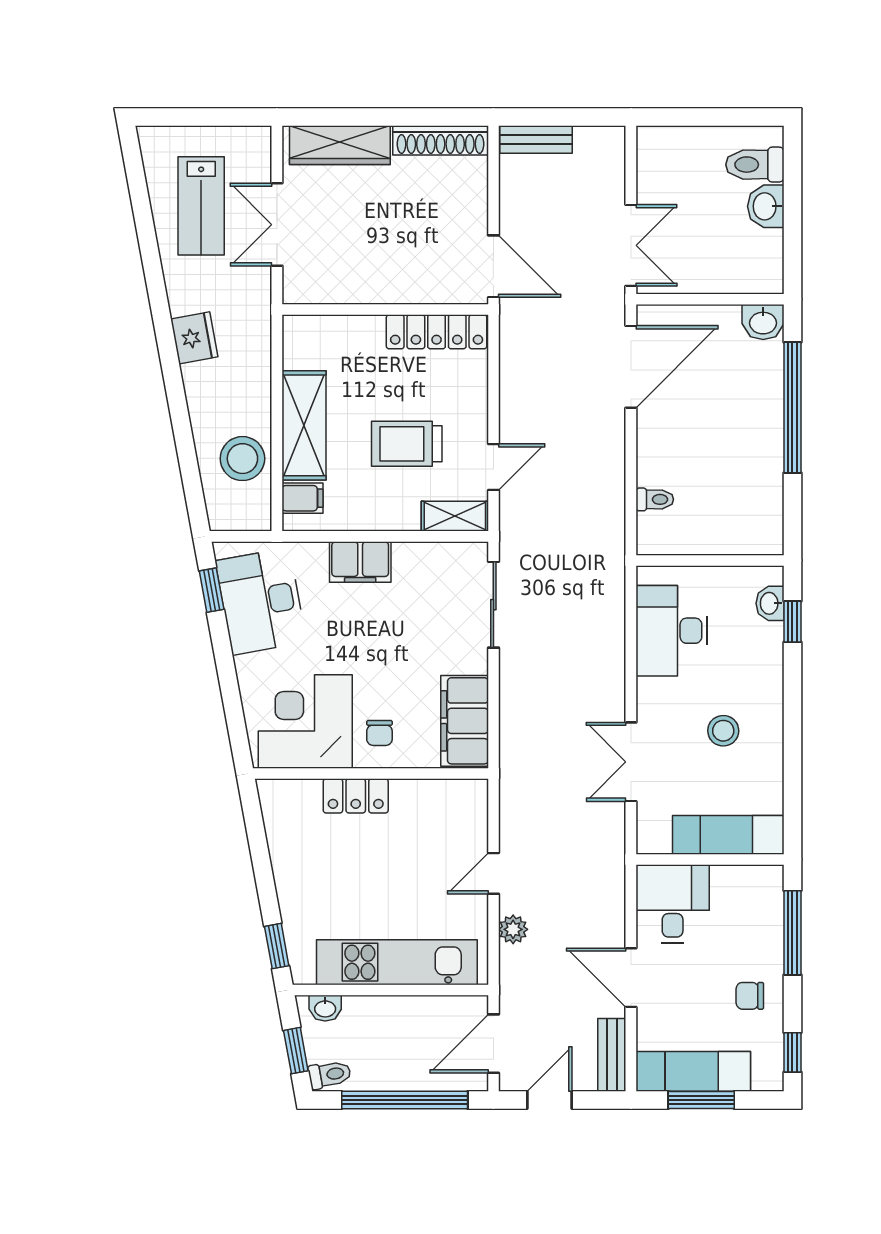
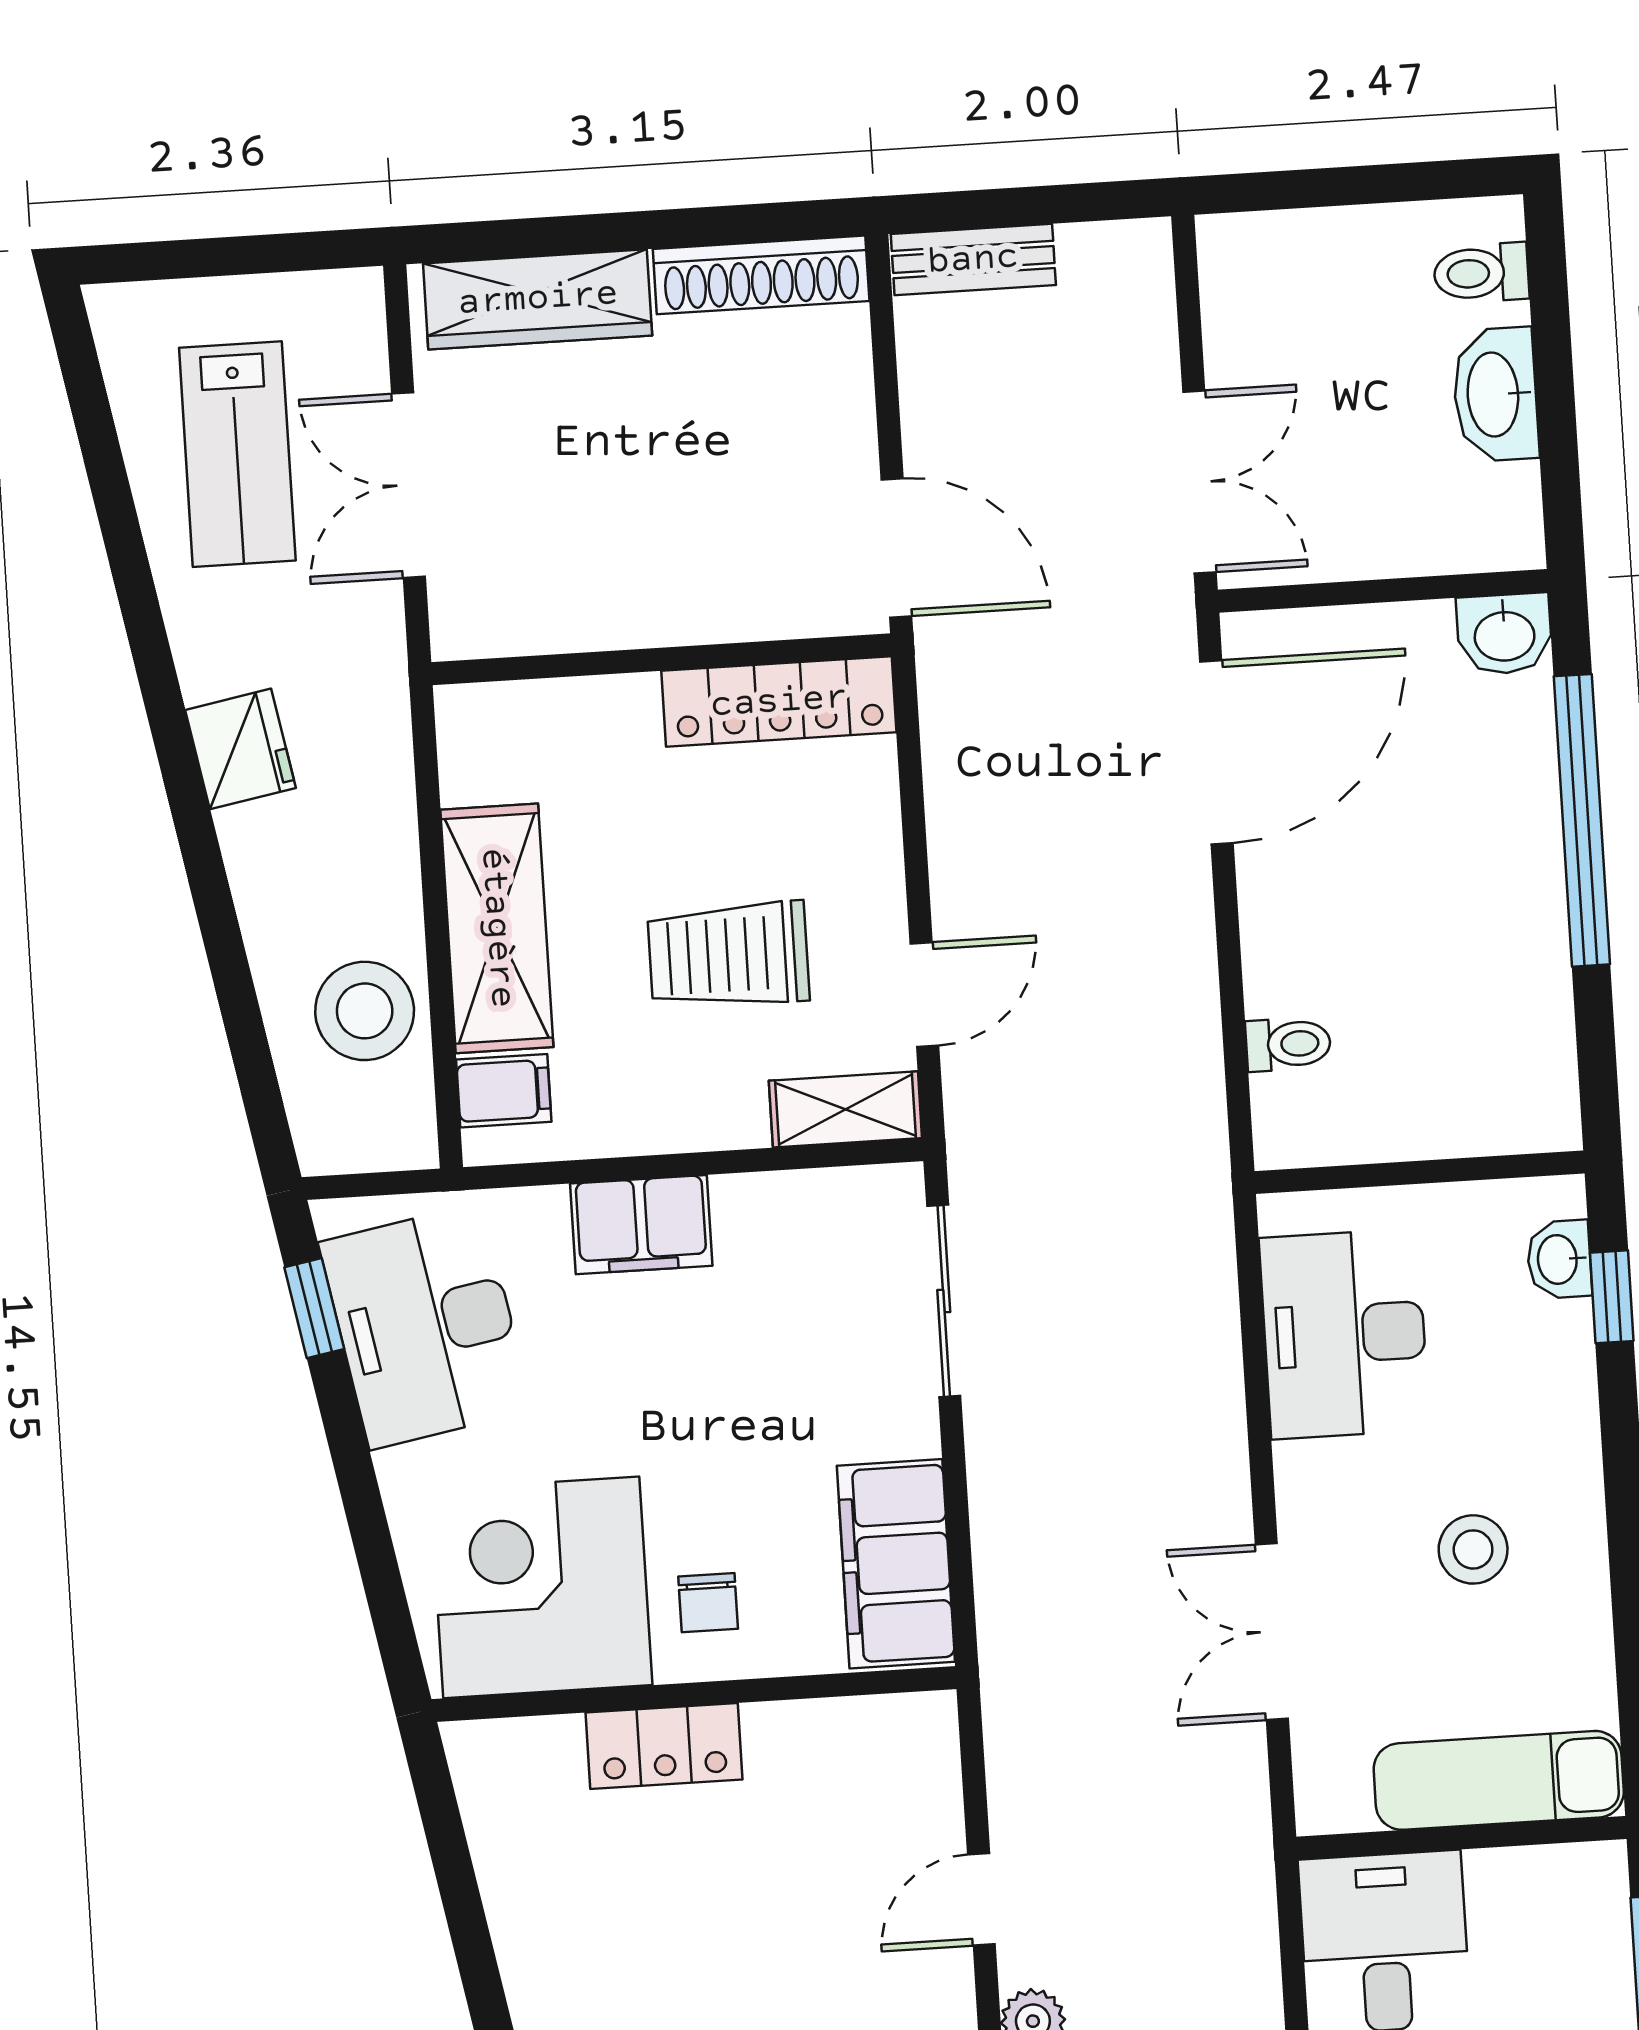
toilet: (755, 165) -> (1481, 273), width x0.73, depth x0.72
washbasin: (766, 206) -> (1495, 394), width x1.38

